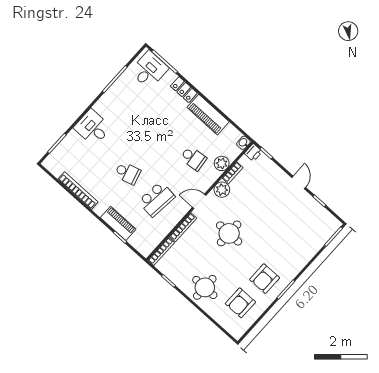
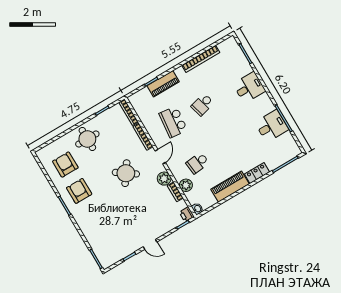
desk: (149, 70) -> (272, 126), moved, turned -90
round table: (229, 233) -> (126, 173), turned 35

